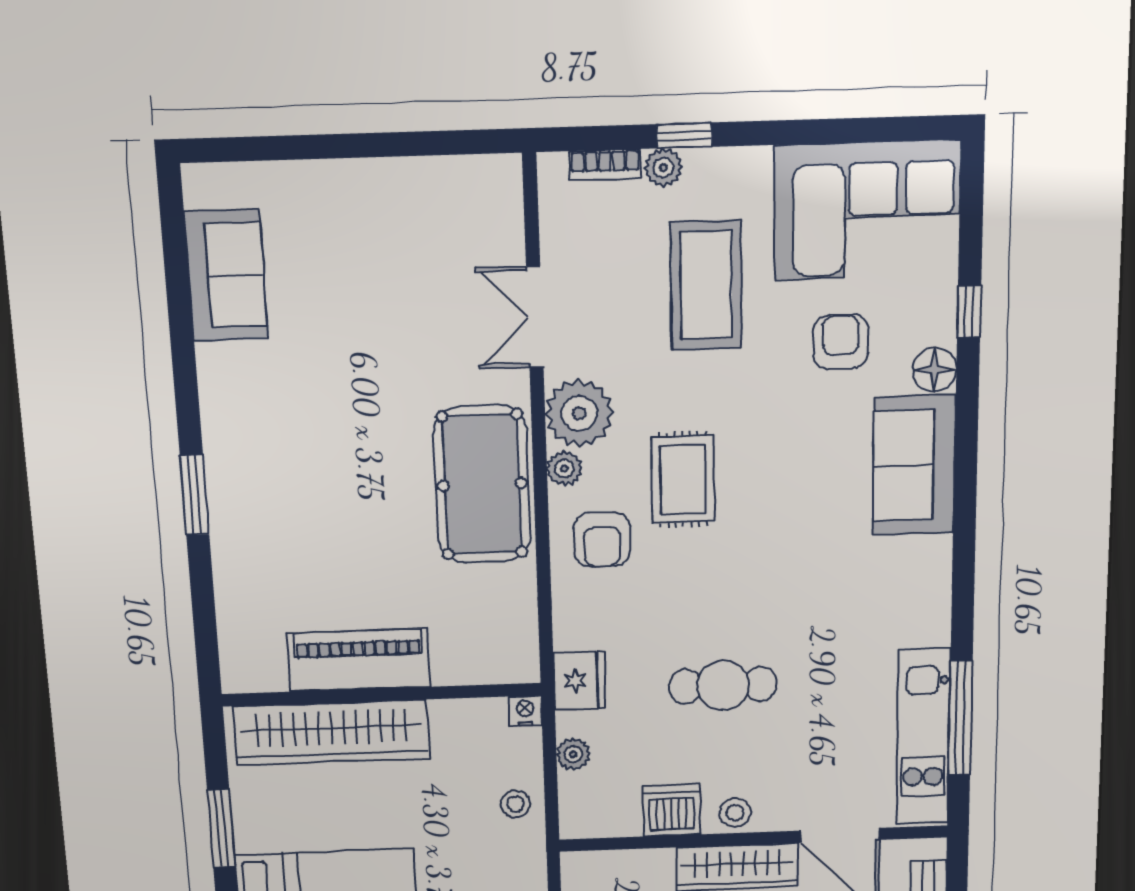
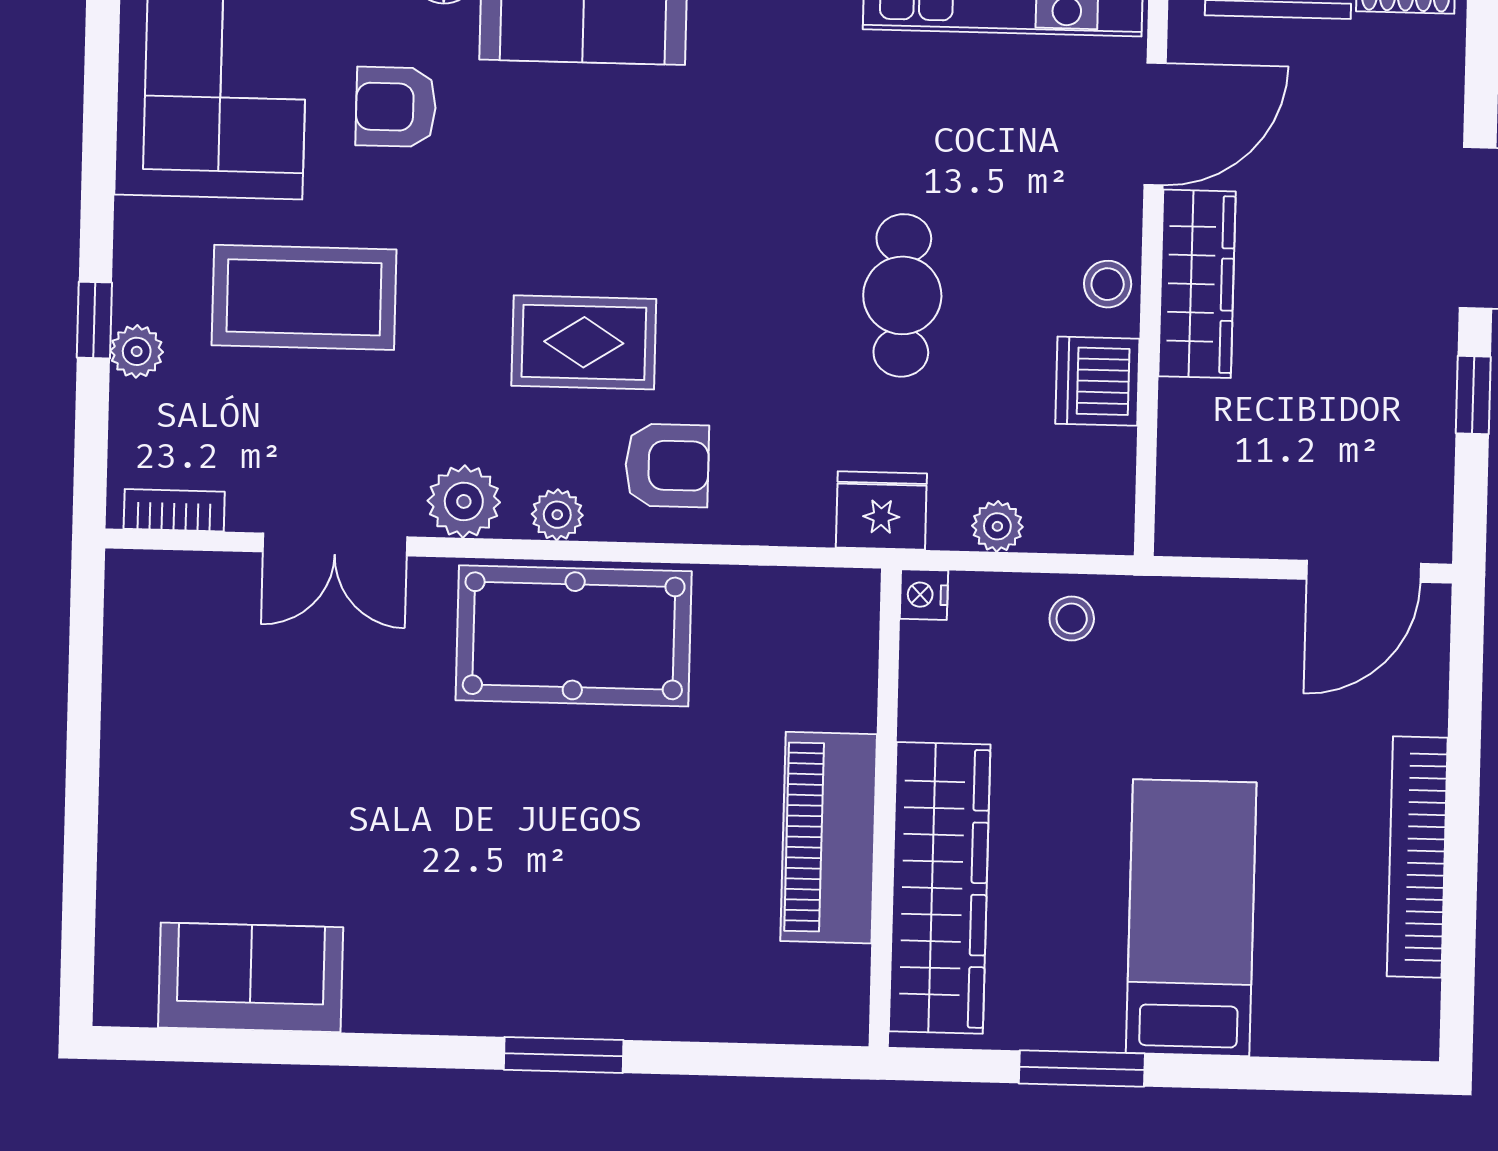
bookcase: (605, 165) -> (174, 510), moved, turned -90
plant: (579, 413) -> (464, 501), width x0.73, depth x0.73

